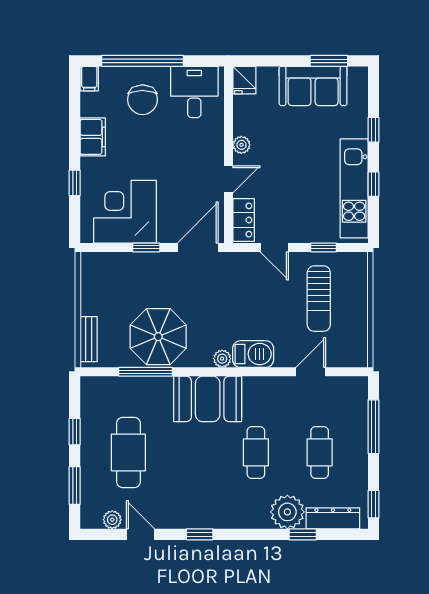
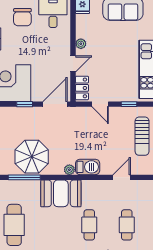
sun lounger: (319, 299) -> (142, 136), moved

